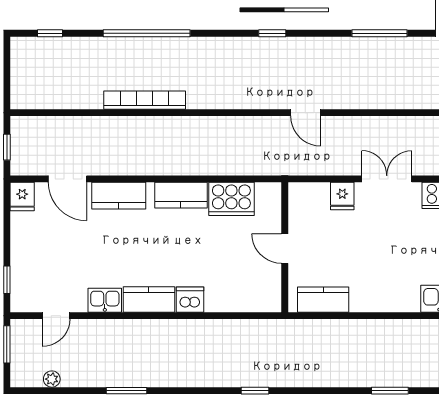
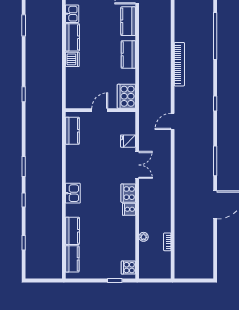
bookcase: (145, 100) -> (179, 64), moved
cooker: (231, 199) -> (126, 96), moved

